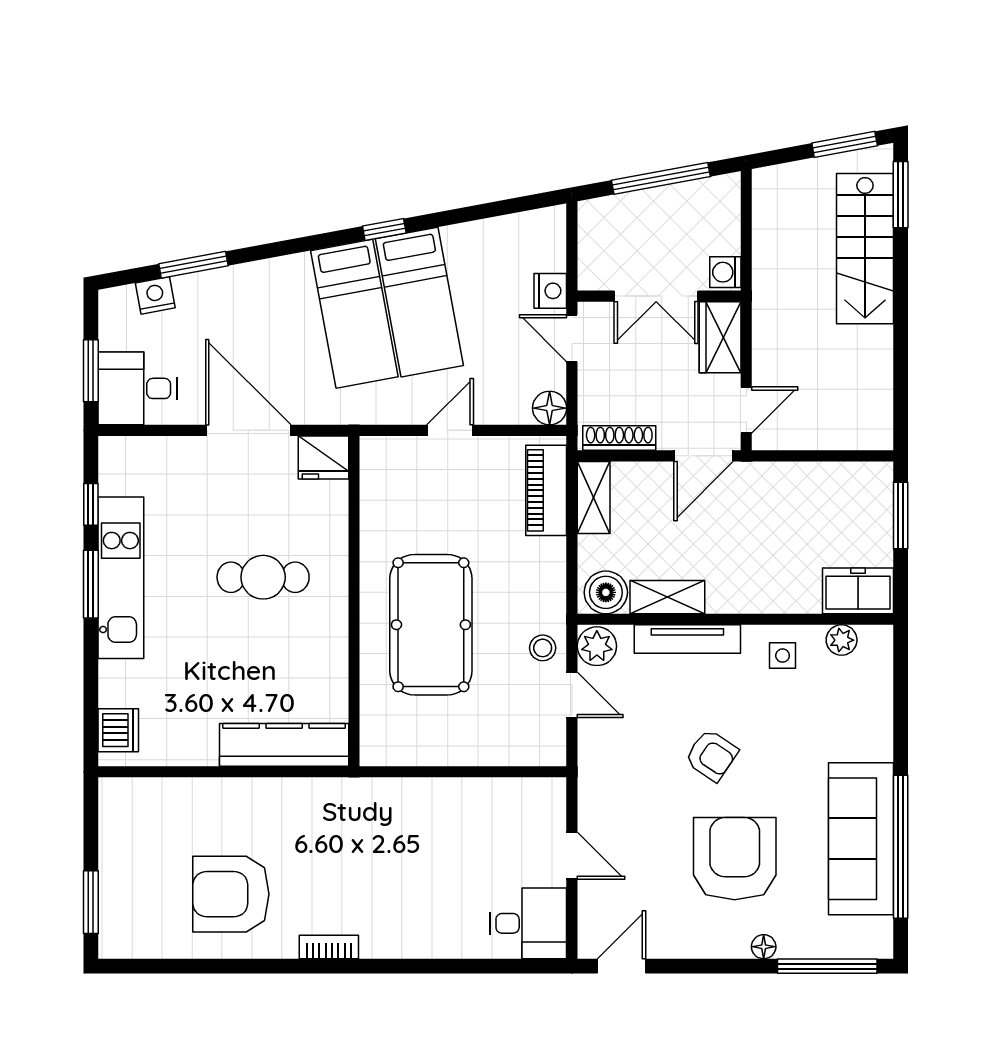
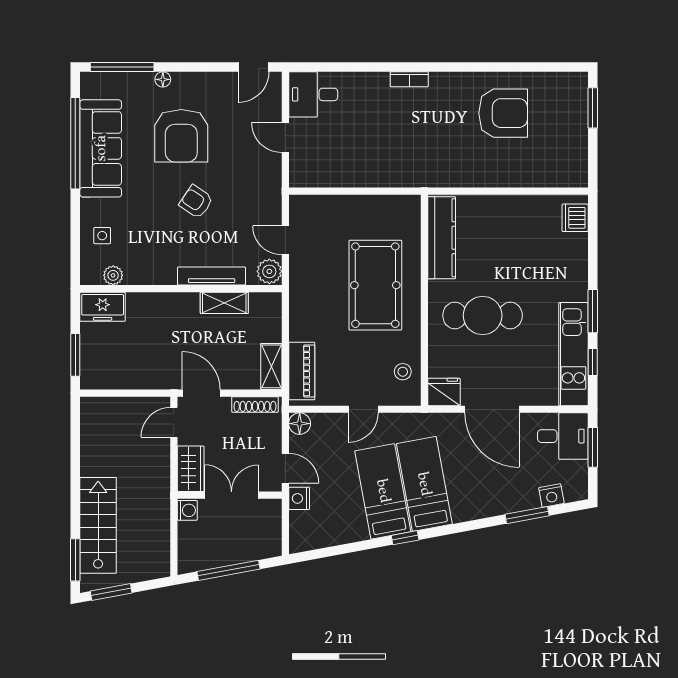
door: (703, 456) -> (201, 393), hinge flipped
cafe table: (263, 577) -> (483, 315), width x1.37, depth x1.35
kitchen unit: (121, 578) -> (573, 354), moved
boiler: (606, 592) -> (264, 306), removed
stool: (543, 648) -> (403, 372), moved
side table: (783, 656) -> (102, 236), moved
kitchen counter: (284, 745) -> (442, 238), moved, turned -90
bookcase: (329, 947) -> (409, 79), moved

